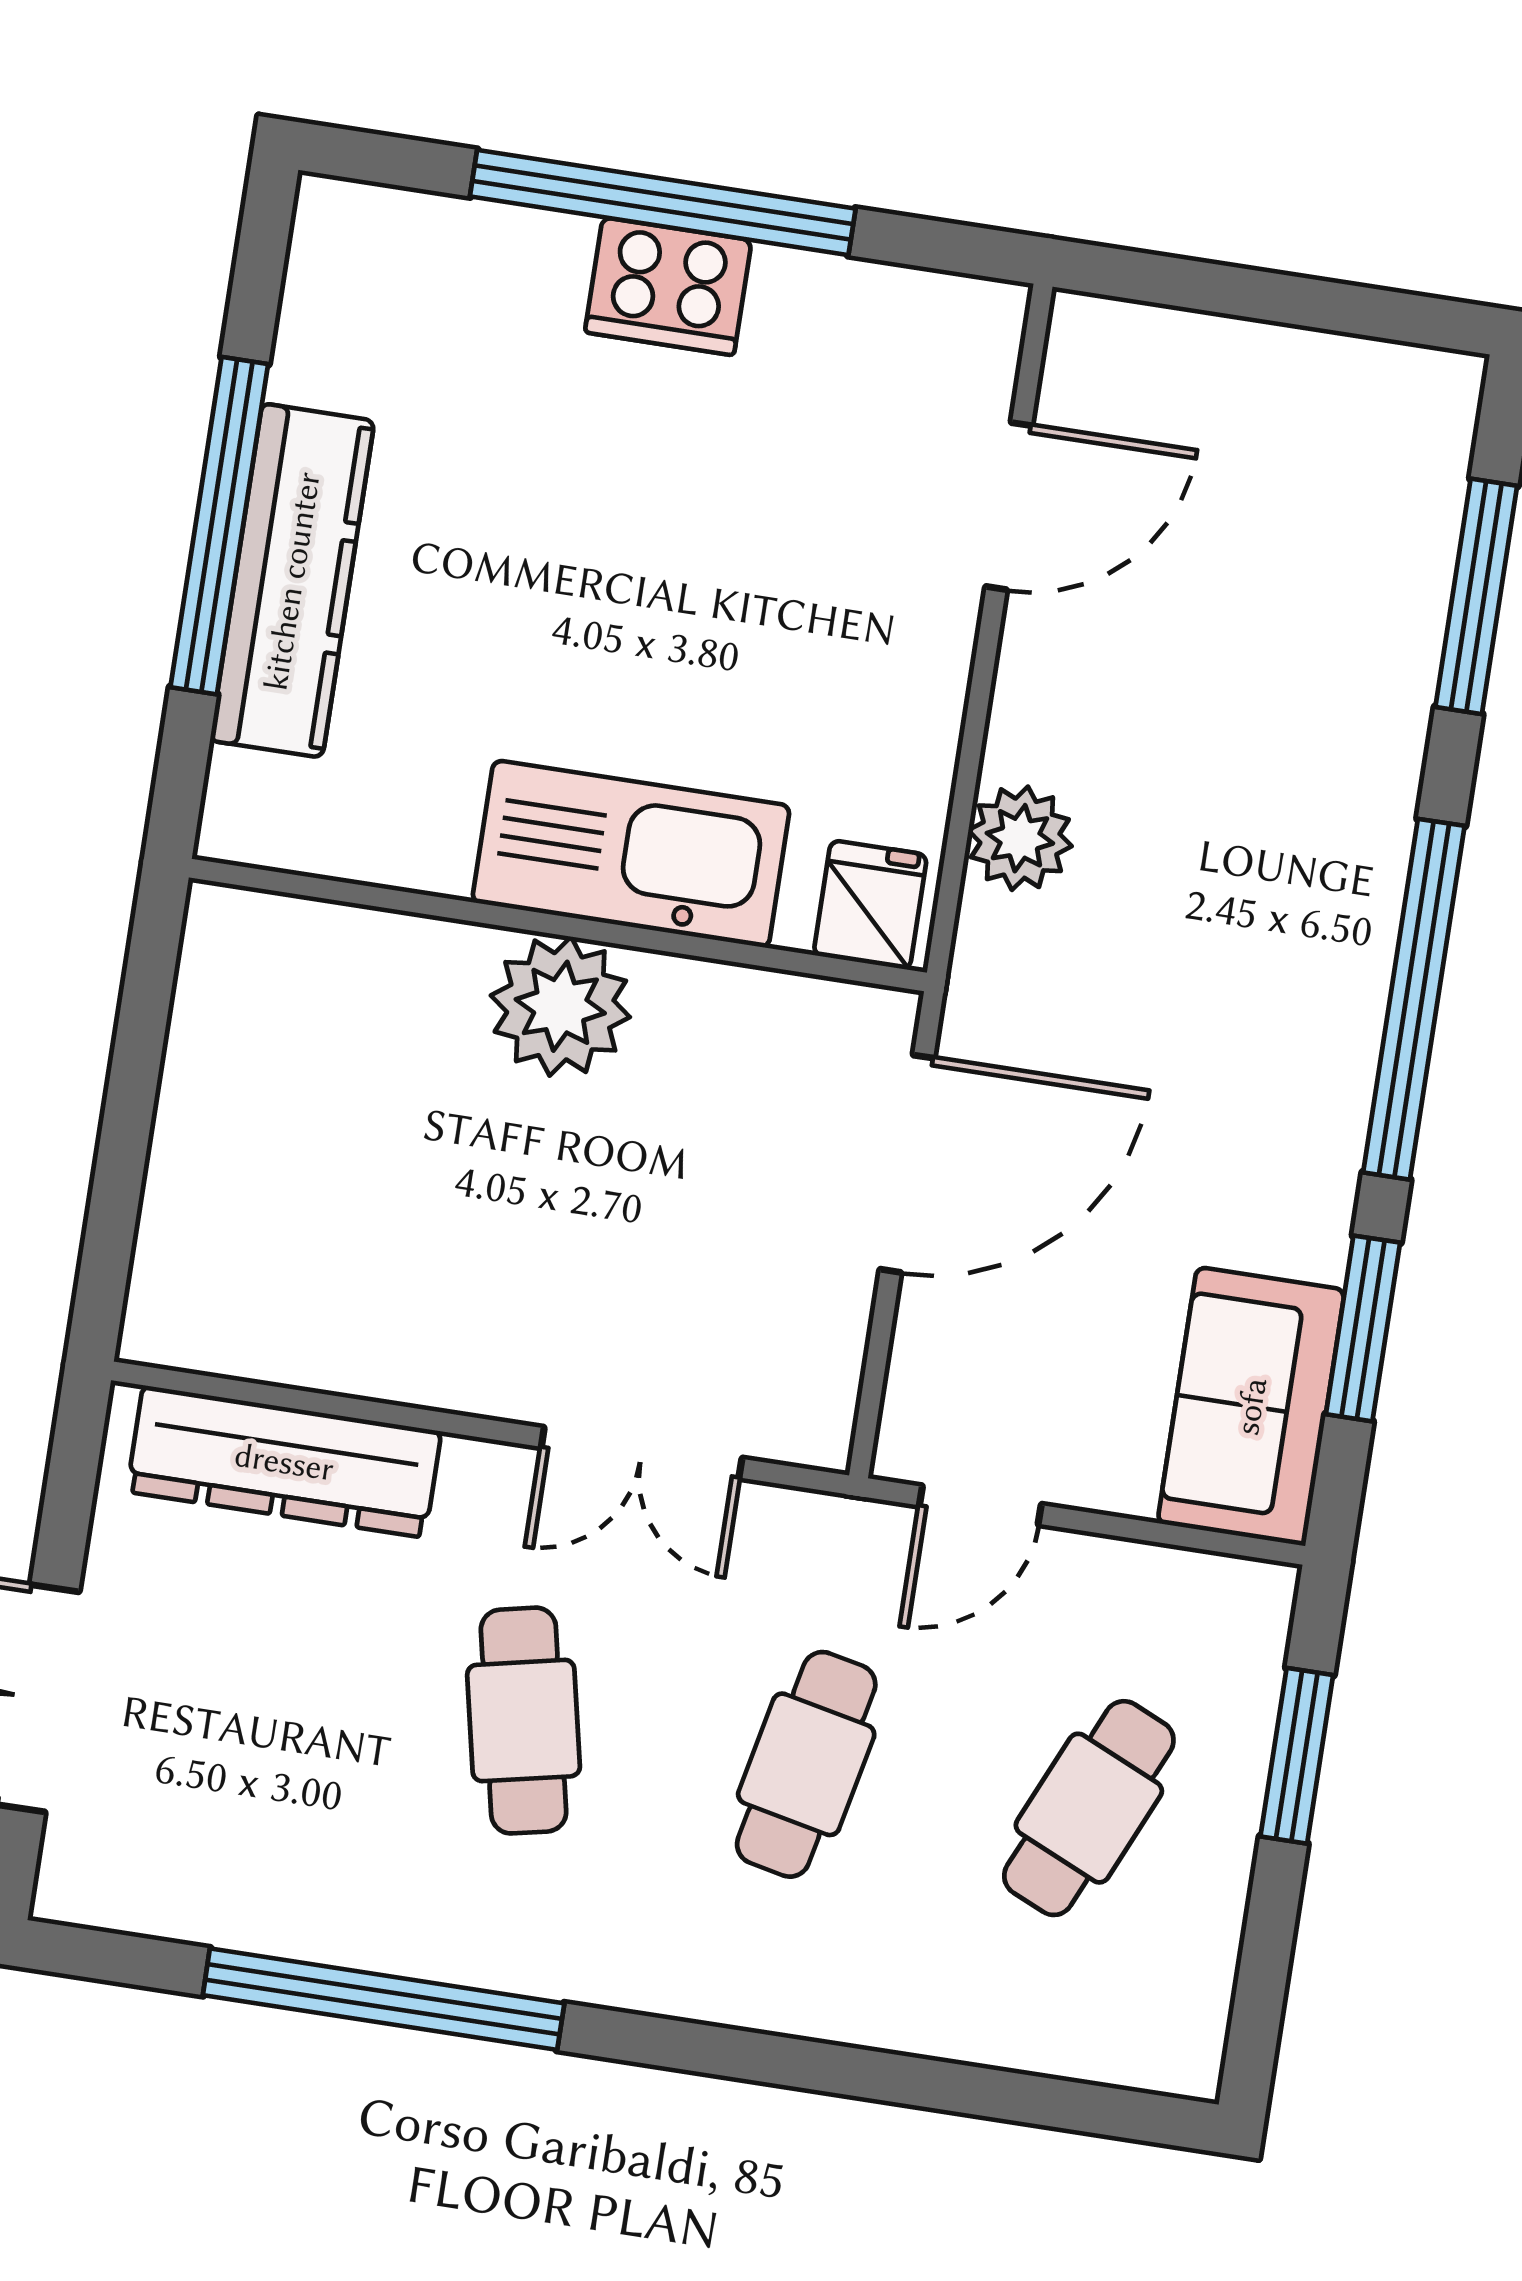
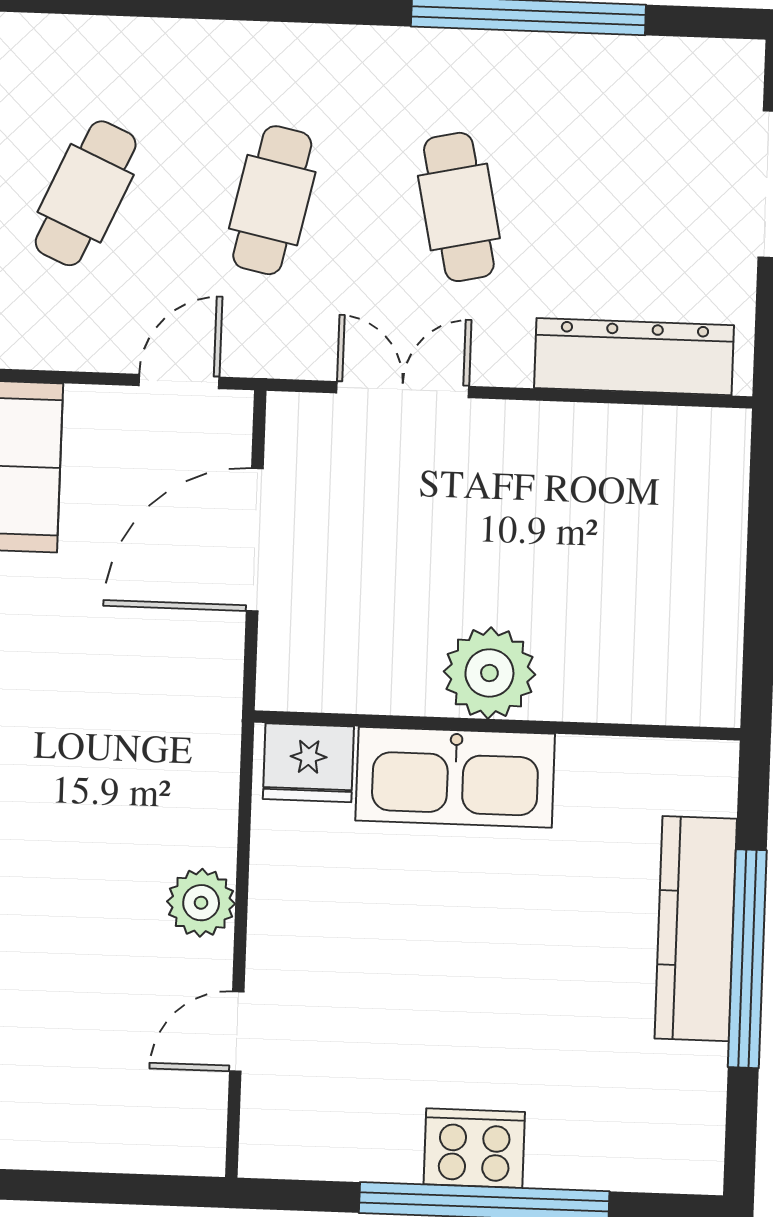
door: (1009, 506) -> (237, 1032), width x0.73
plant: (1020, 838) -> (201, 903), moved
fridge: (870, 905) -> (308, 763), width x1.38
door: (907, 1164) -> (255, 540), moved

